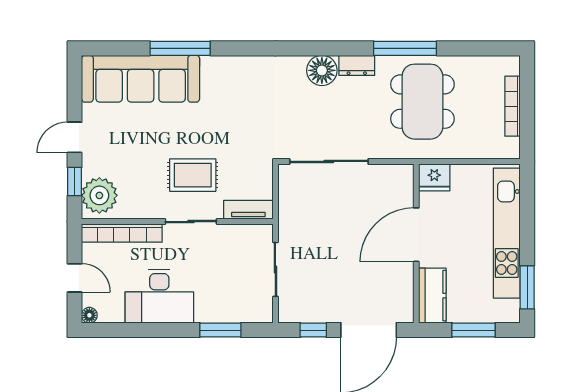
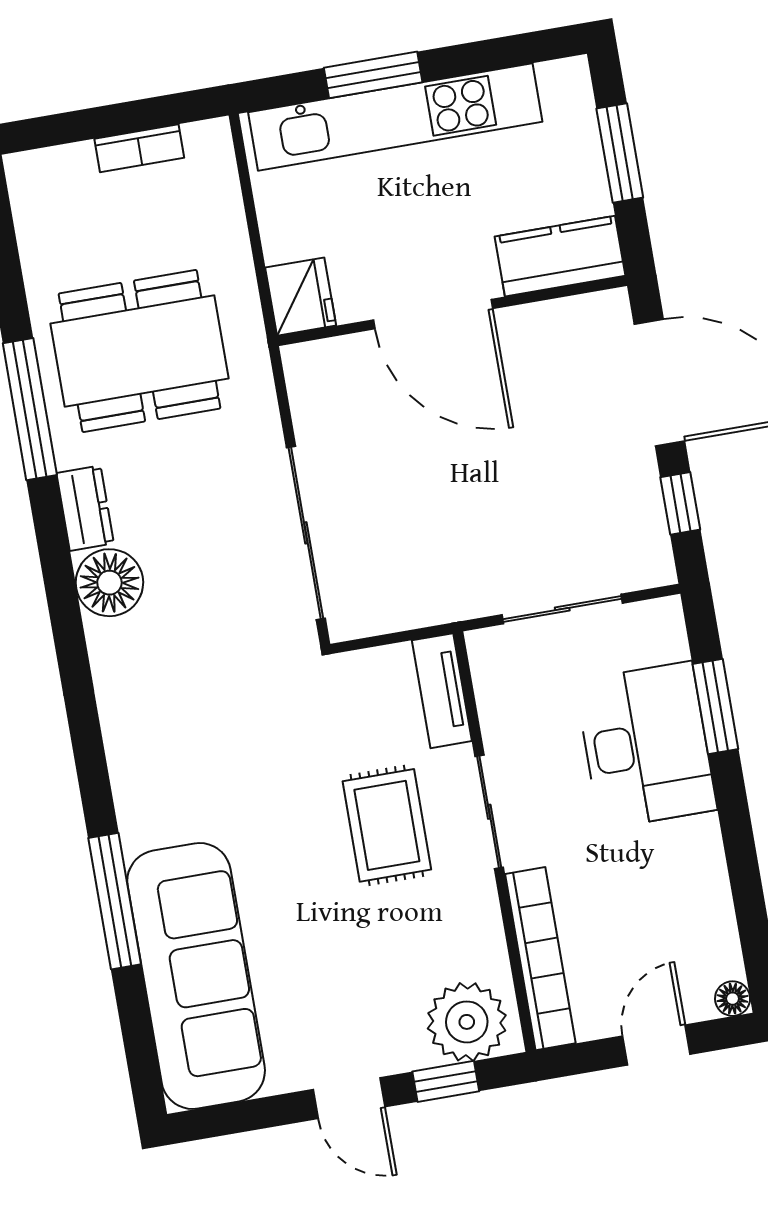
bookcase: (513, 106) -> (139, 148), width x0.64
window: (527, 287) -> (373, 75), moved
desk: (159, 296) -> (646, 745), moved

